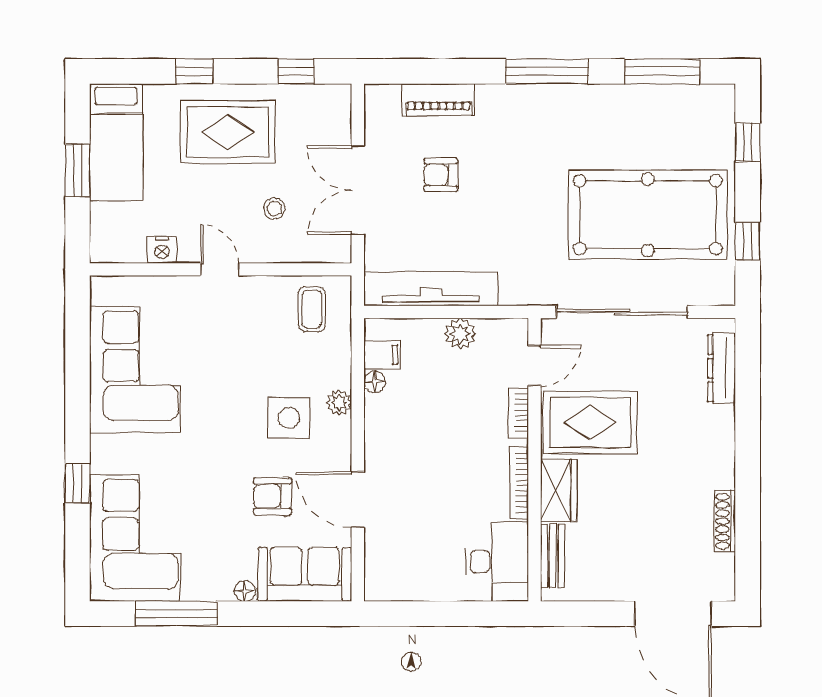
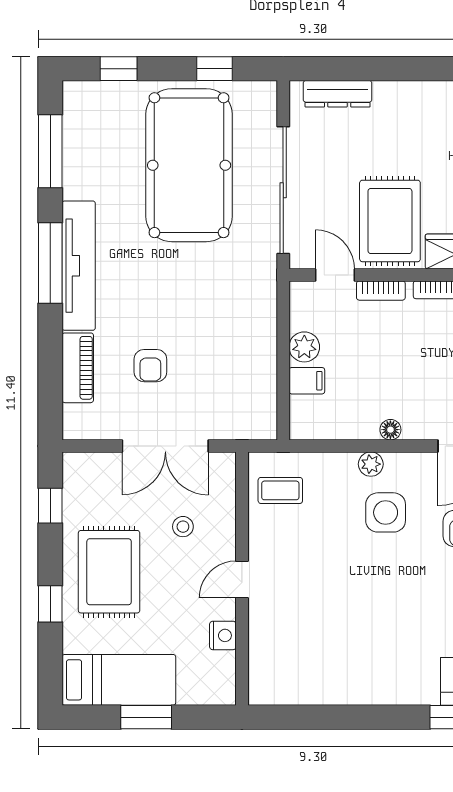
tv unit: (431, 289) -> (79, 266), moved, turned 180
filing cabinet: (382, 355) -> (307, 381), moved, turned 90
corner sofa: (135, 370) -> (339, 662), removed
floor lamp: (375, 382) -> (390, 430), moved

